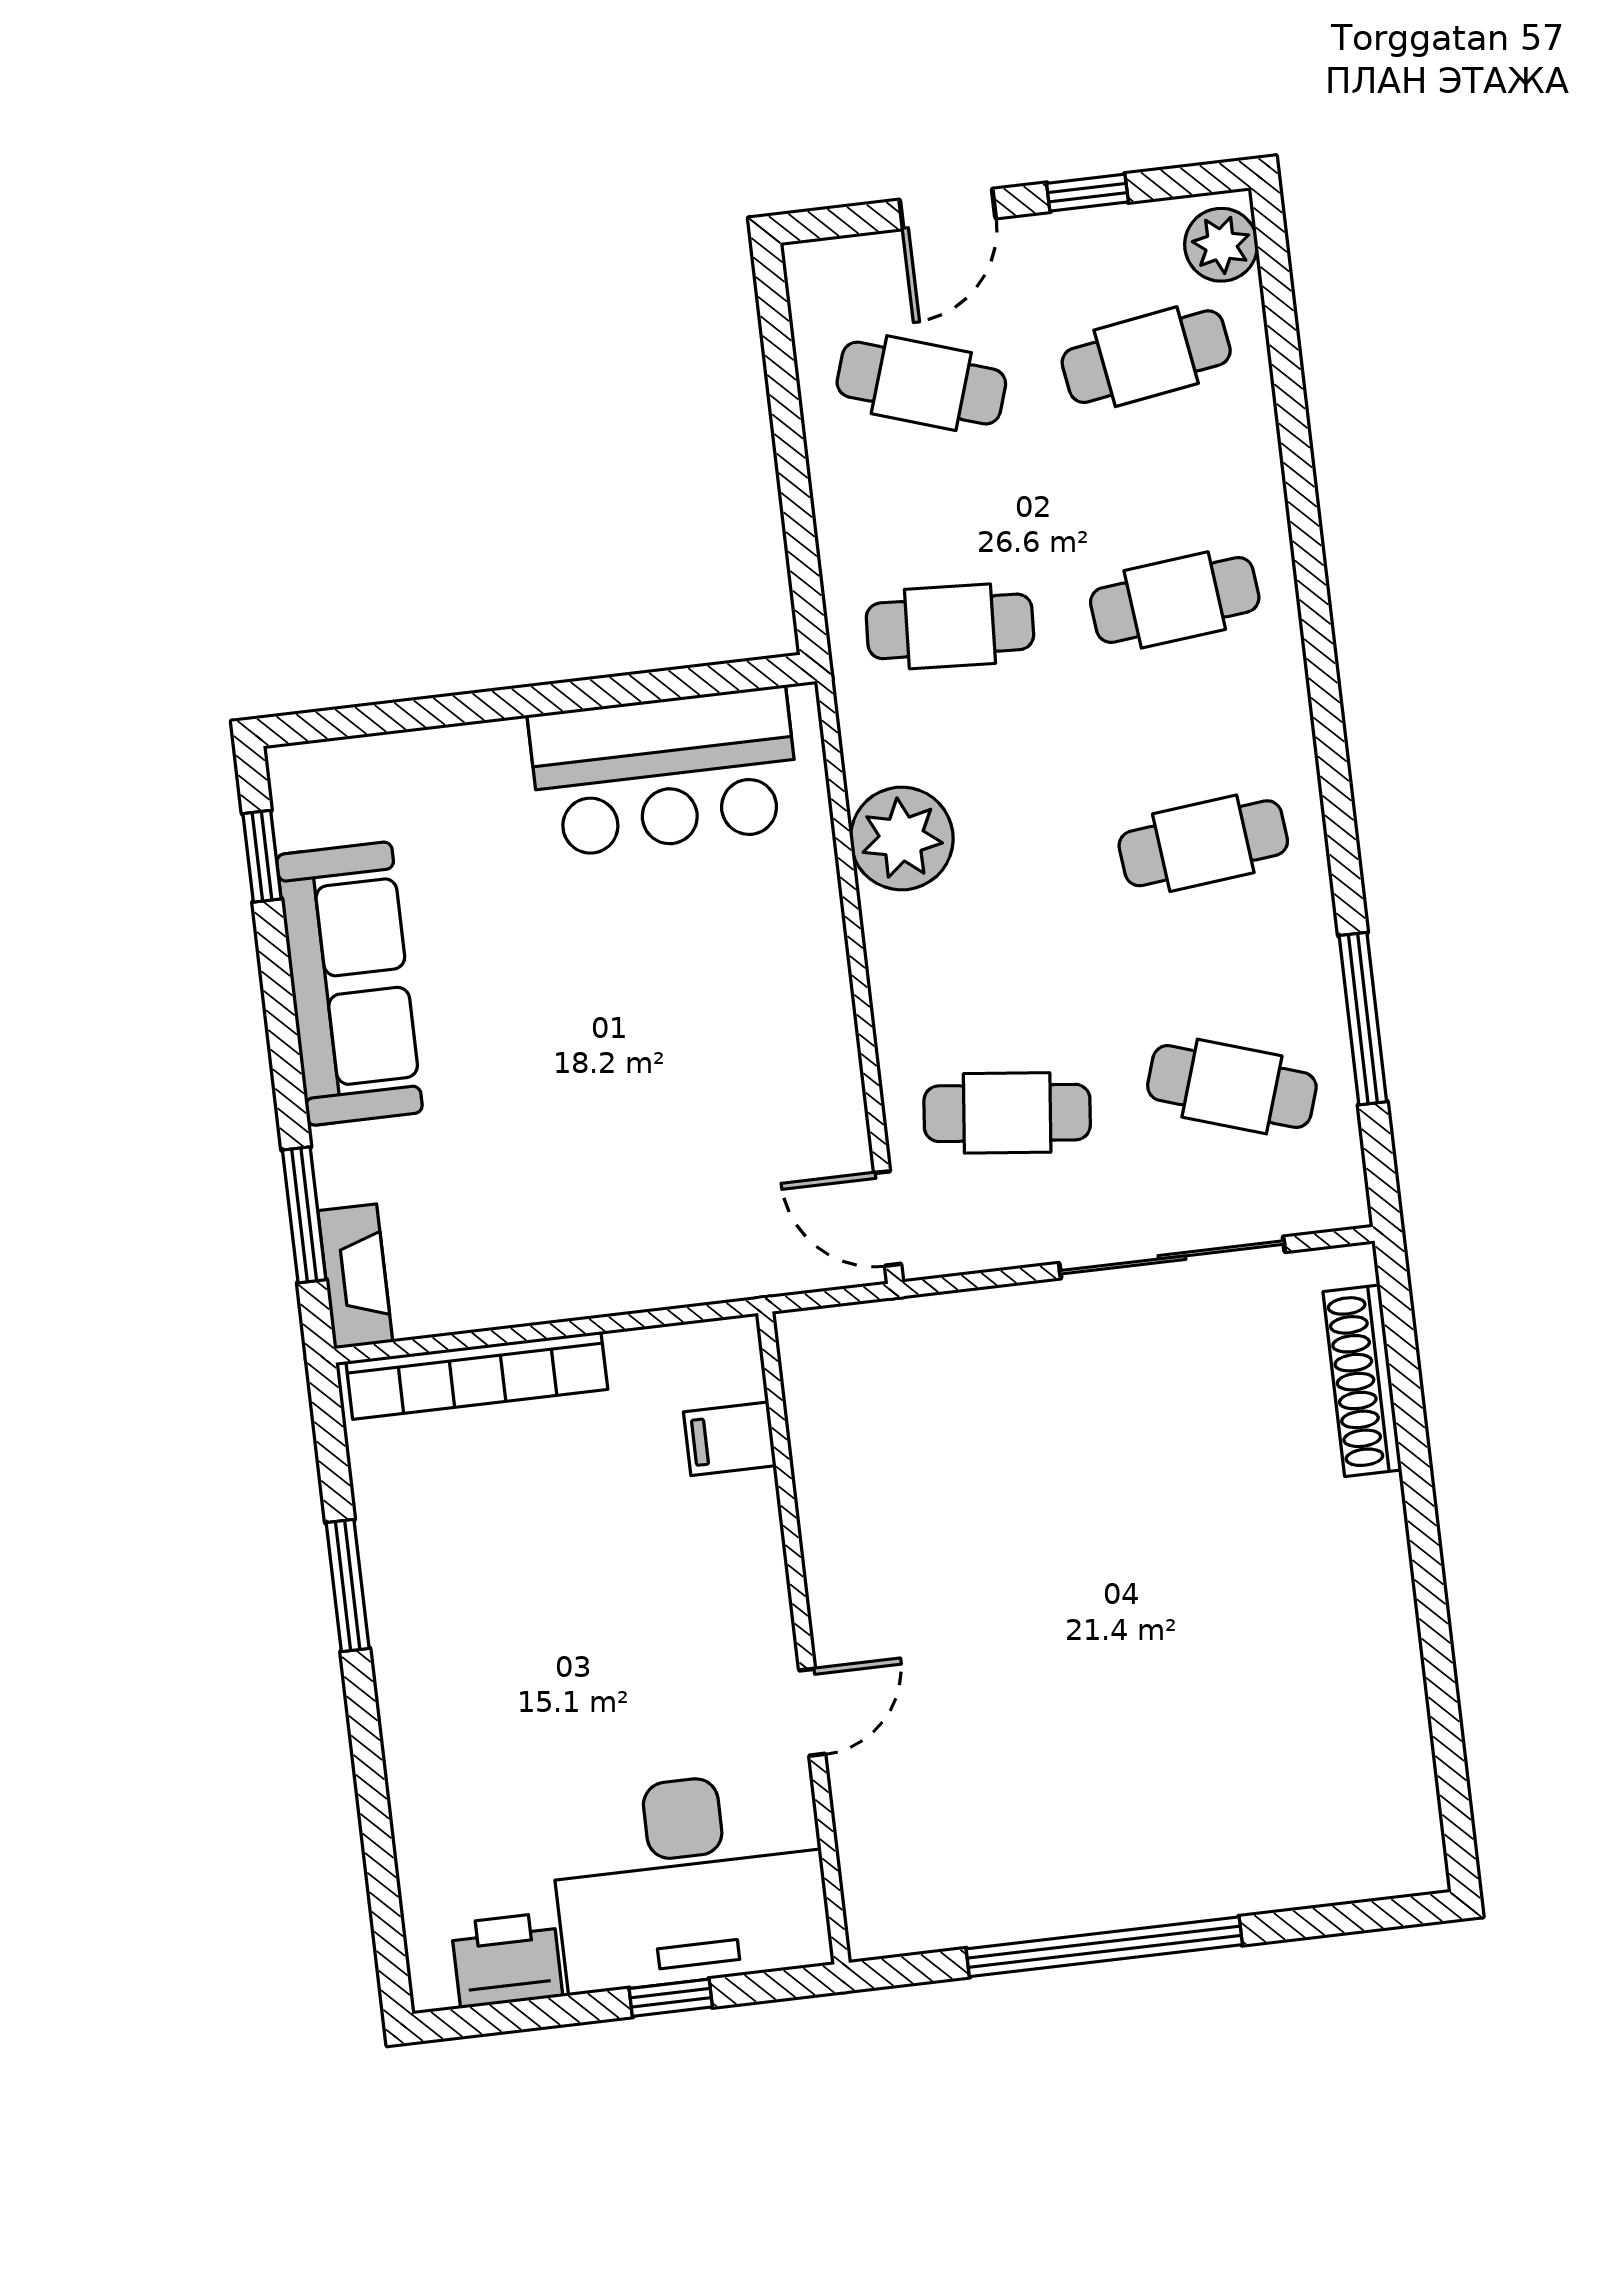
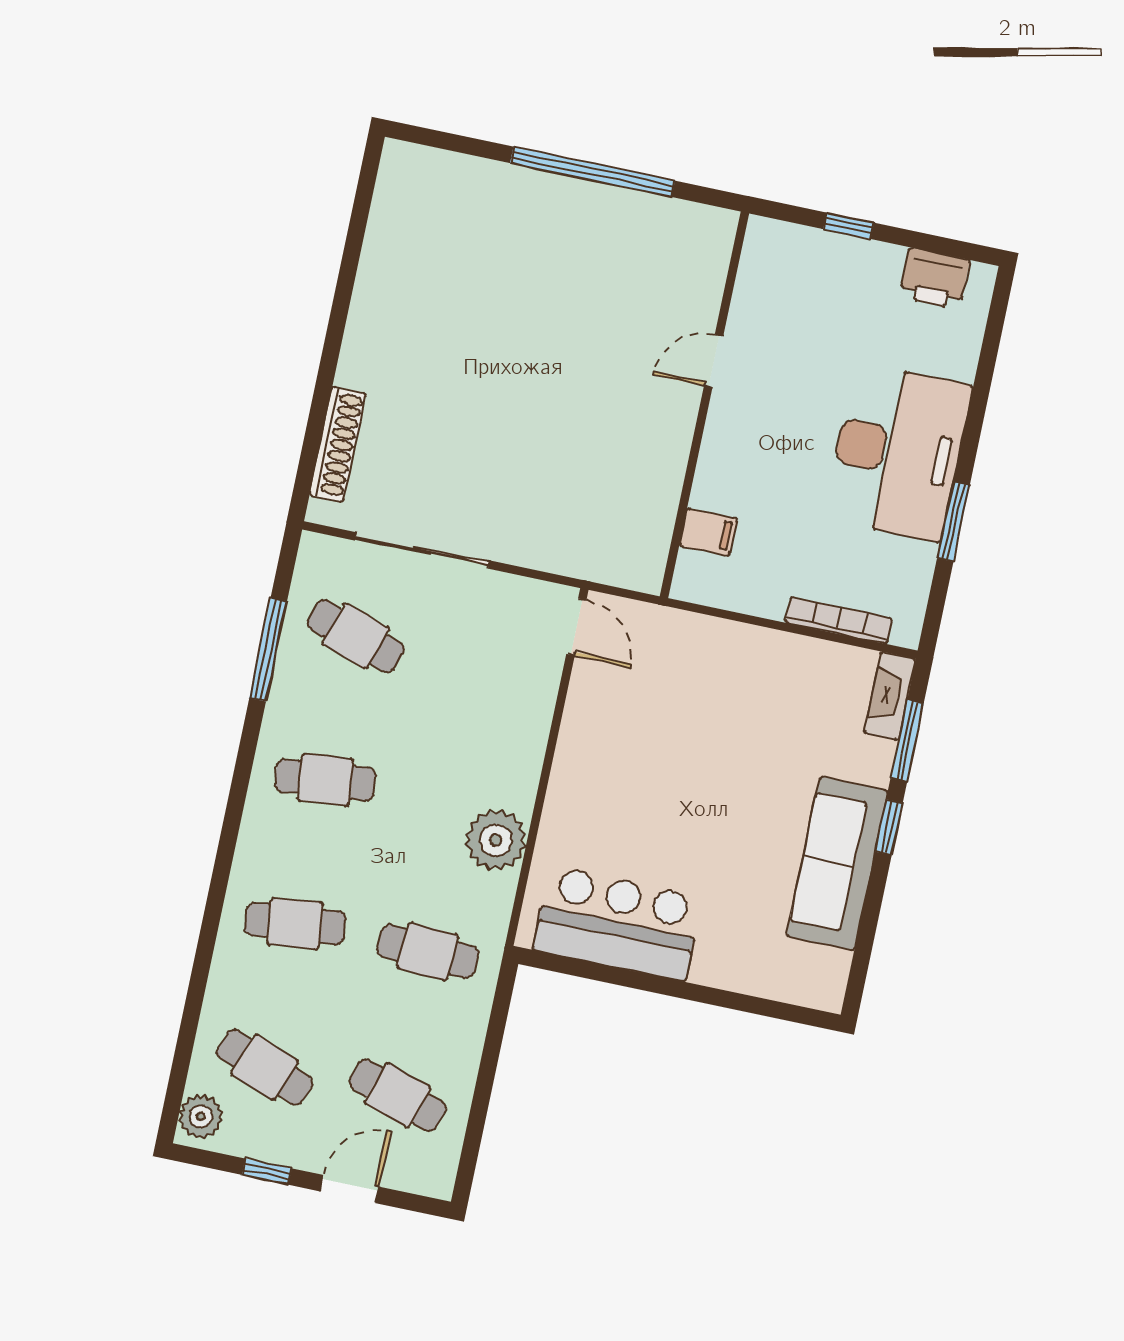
cafe table: (1146, 357) -> (265, 1067), turned 30
window: (262, 856) -> (889, 827), moved
cafe table: (1007, 1113) -> (488, 664), removed
bookcase: (477, 1376) -> (839, 620), width x0.68, depth x0.76
desk: (690, 1880) -> (898, 452), moved, turned 90

